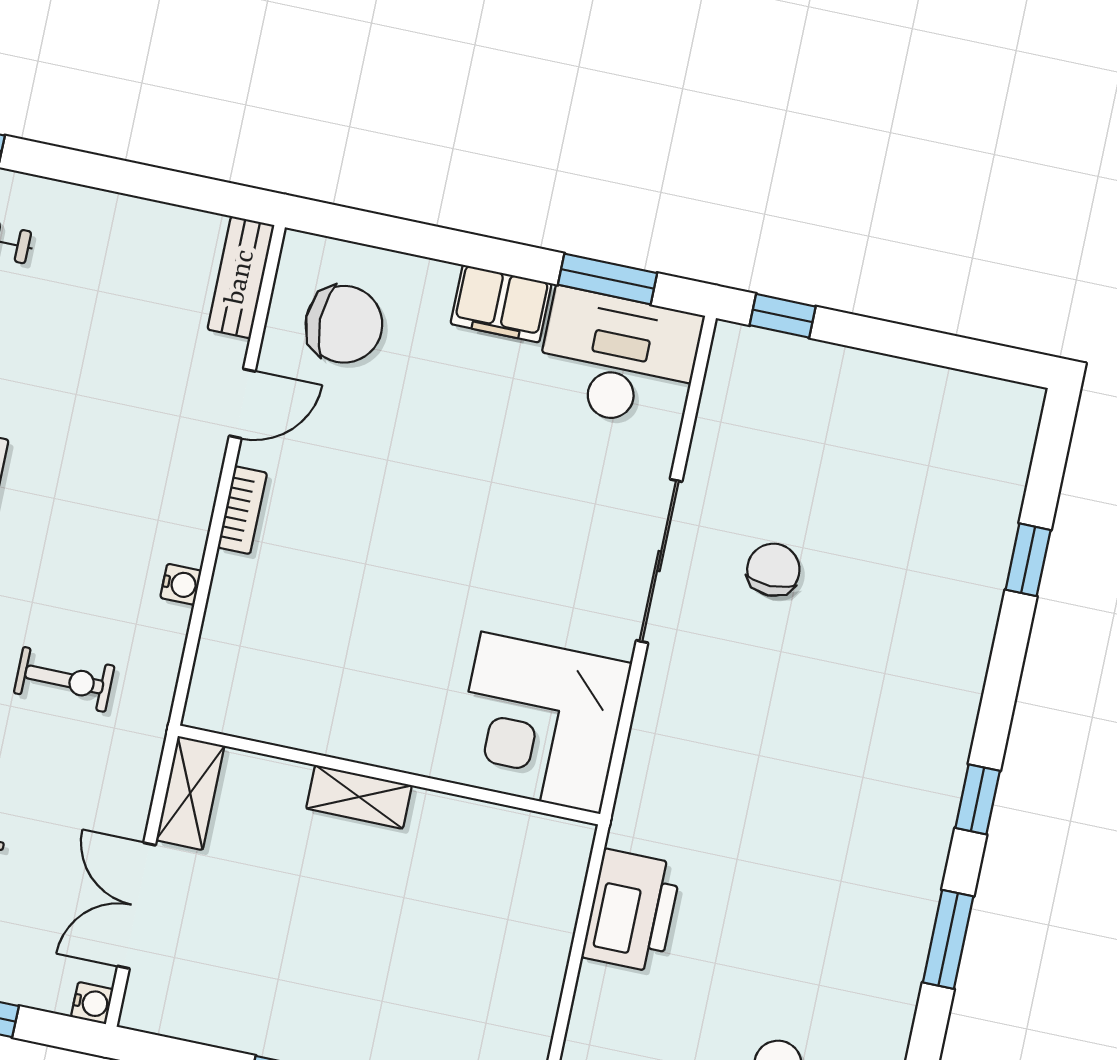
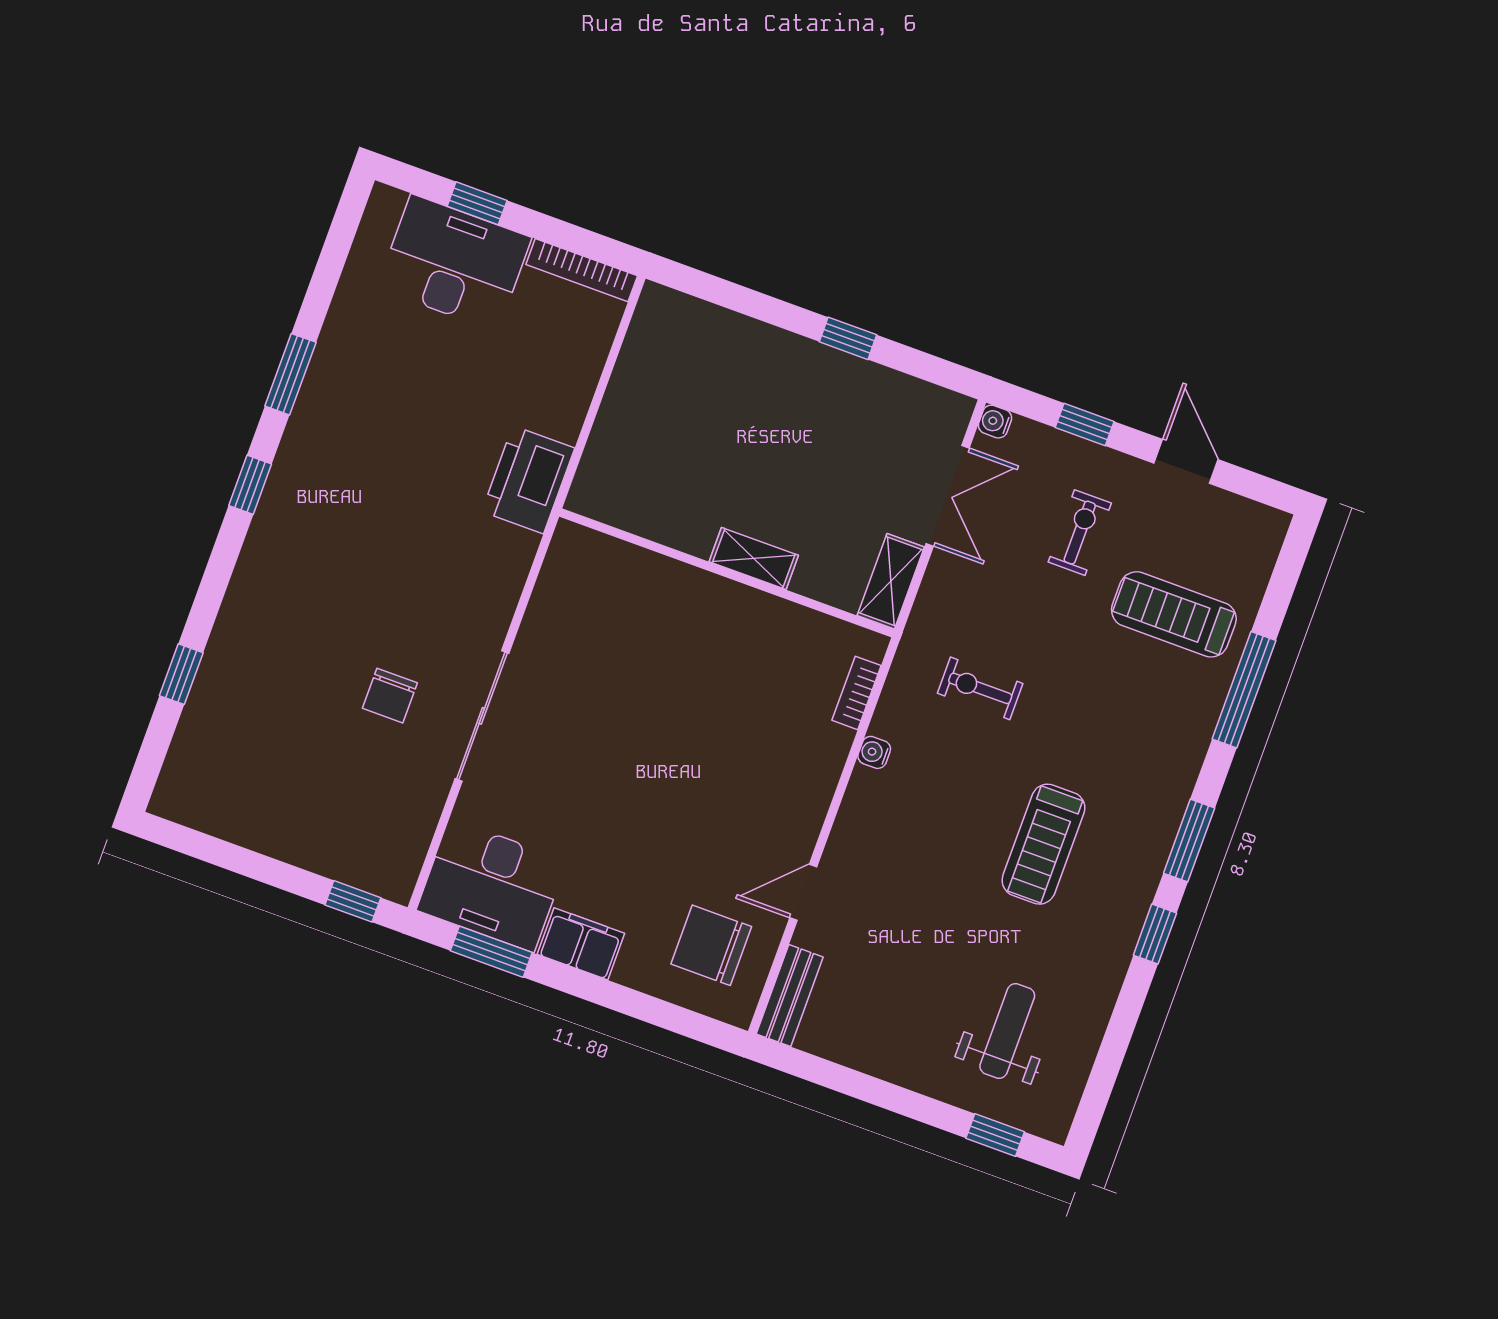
bookcase: (242, 510) -> (857, 693), moved
corner desk: (541, 723) -> (597, 598), removed
printer: (632, 911) -> (528, 480), moved

